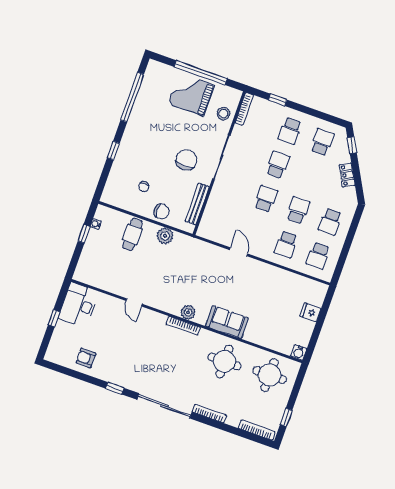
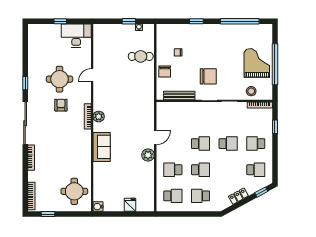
plant: (165, 236) -> (148, 155), moved
school desk: (318, 256) -> (173, 196), turned 180
armchair: (86, 358) -> (61, 105), moved
round table: (224, 361) -> (60, 79), moved

